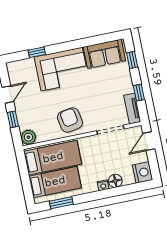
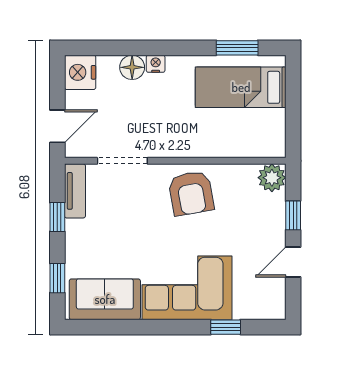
bed: (53, 158) -> (236, 132), removed

